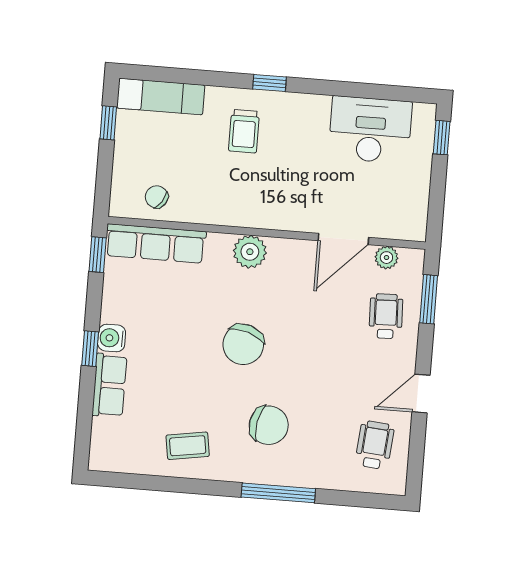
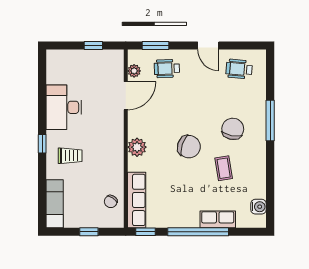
window: (108, 123) -> (89, 232), moved
desk: (370, 130) -> (64, 107), moved
window: (442, 138) -> (93, 45), moved
door: (343, 239) -> (126, 96), hinge flipped
water cooler: (112, 338) -> (258, 207), moved, turned -90
window: (90, 349) -> (198, 232), width x3.17
coffee table: (188, 446) -> (224, 168), moved

